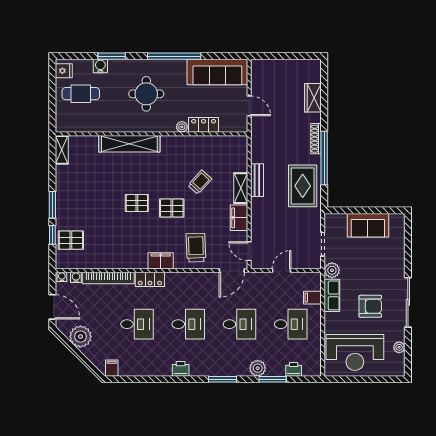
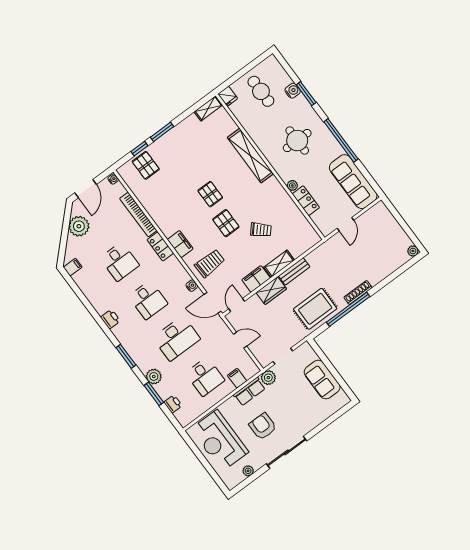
plant: (315, 65) -> (413, 251), added
fridge: (64, 71) -> (228, 96), moved
wardrobe: (313, 98) -> (271, 291), moved, turned 180
water cooler: (76, 277) -> (192, 286), moved
armchair: (370, 306) -> (263, 426), turned 180
desk: (239, 324) -> (177, 338), width x1.37

